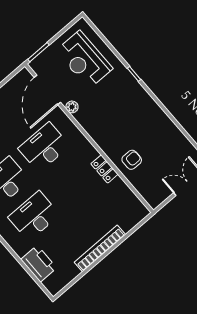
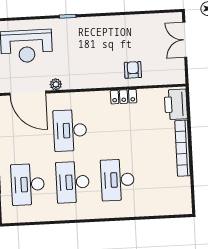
printer: (39, 264) -> (176, 104), moved, turned -90

